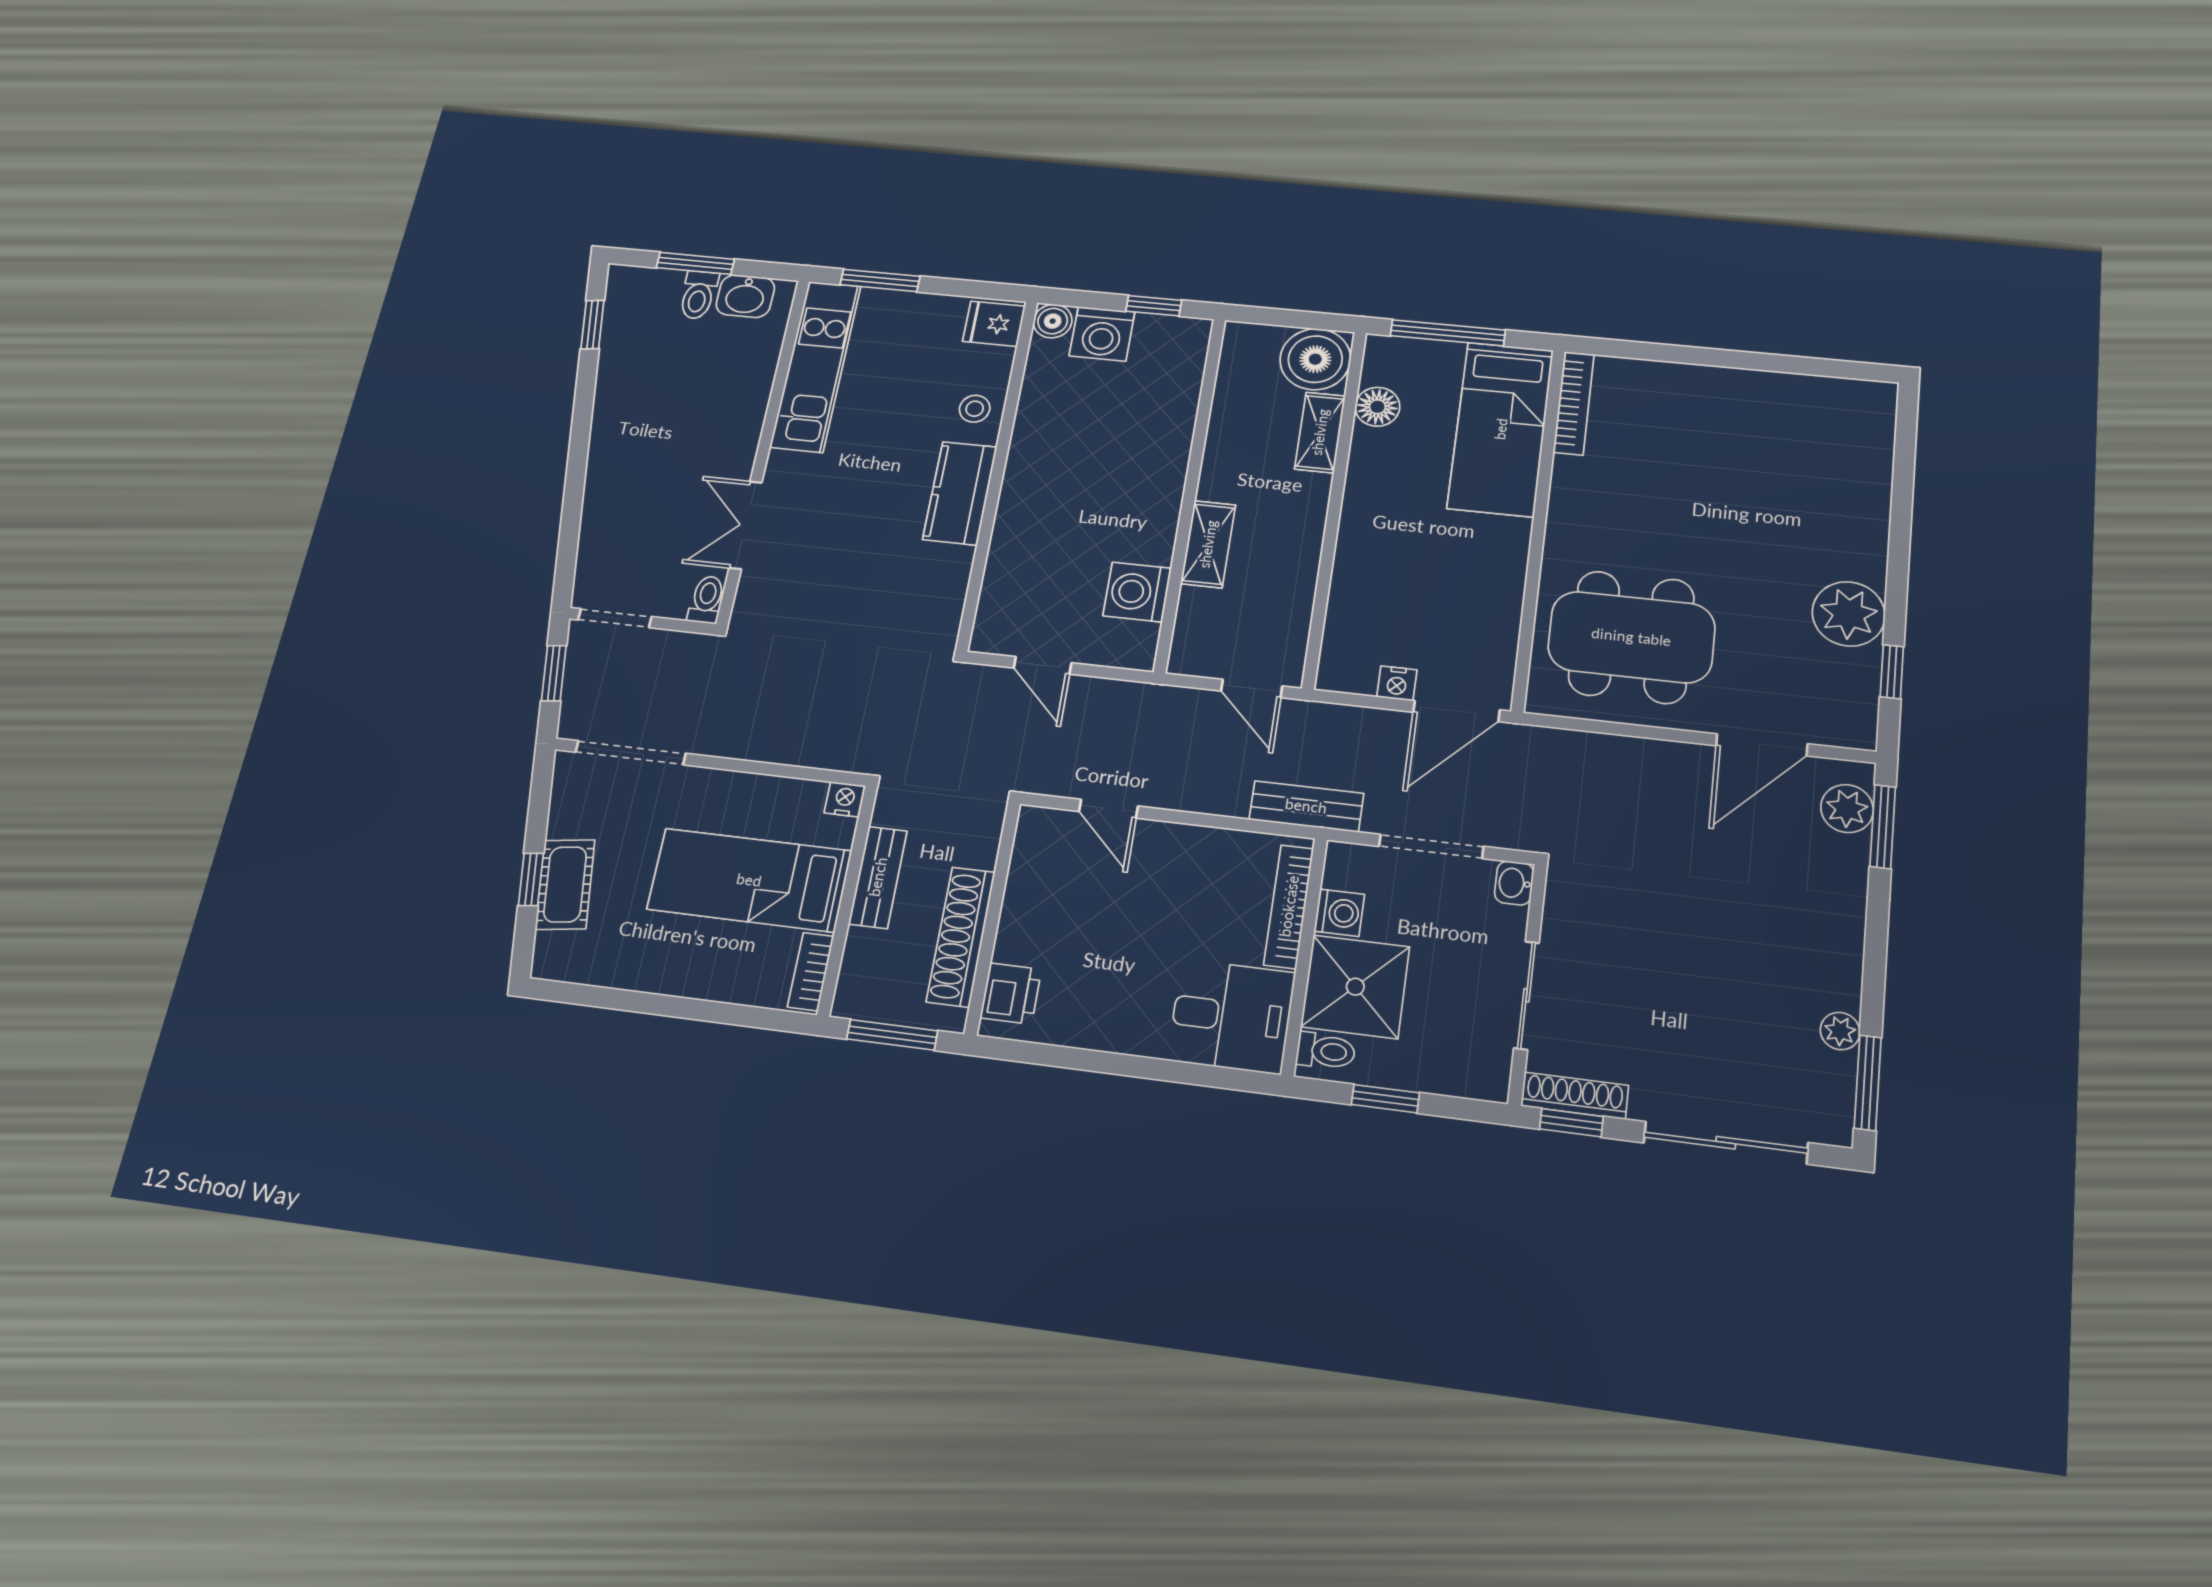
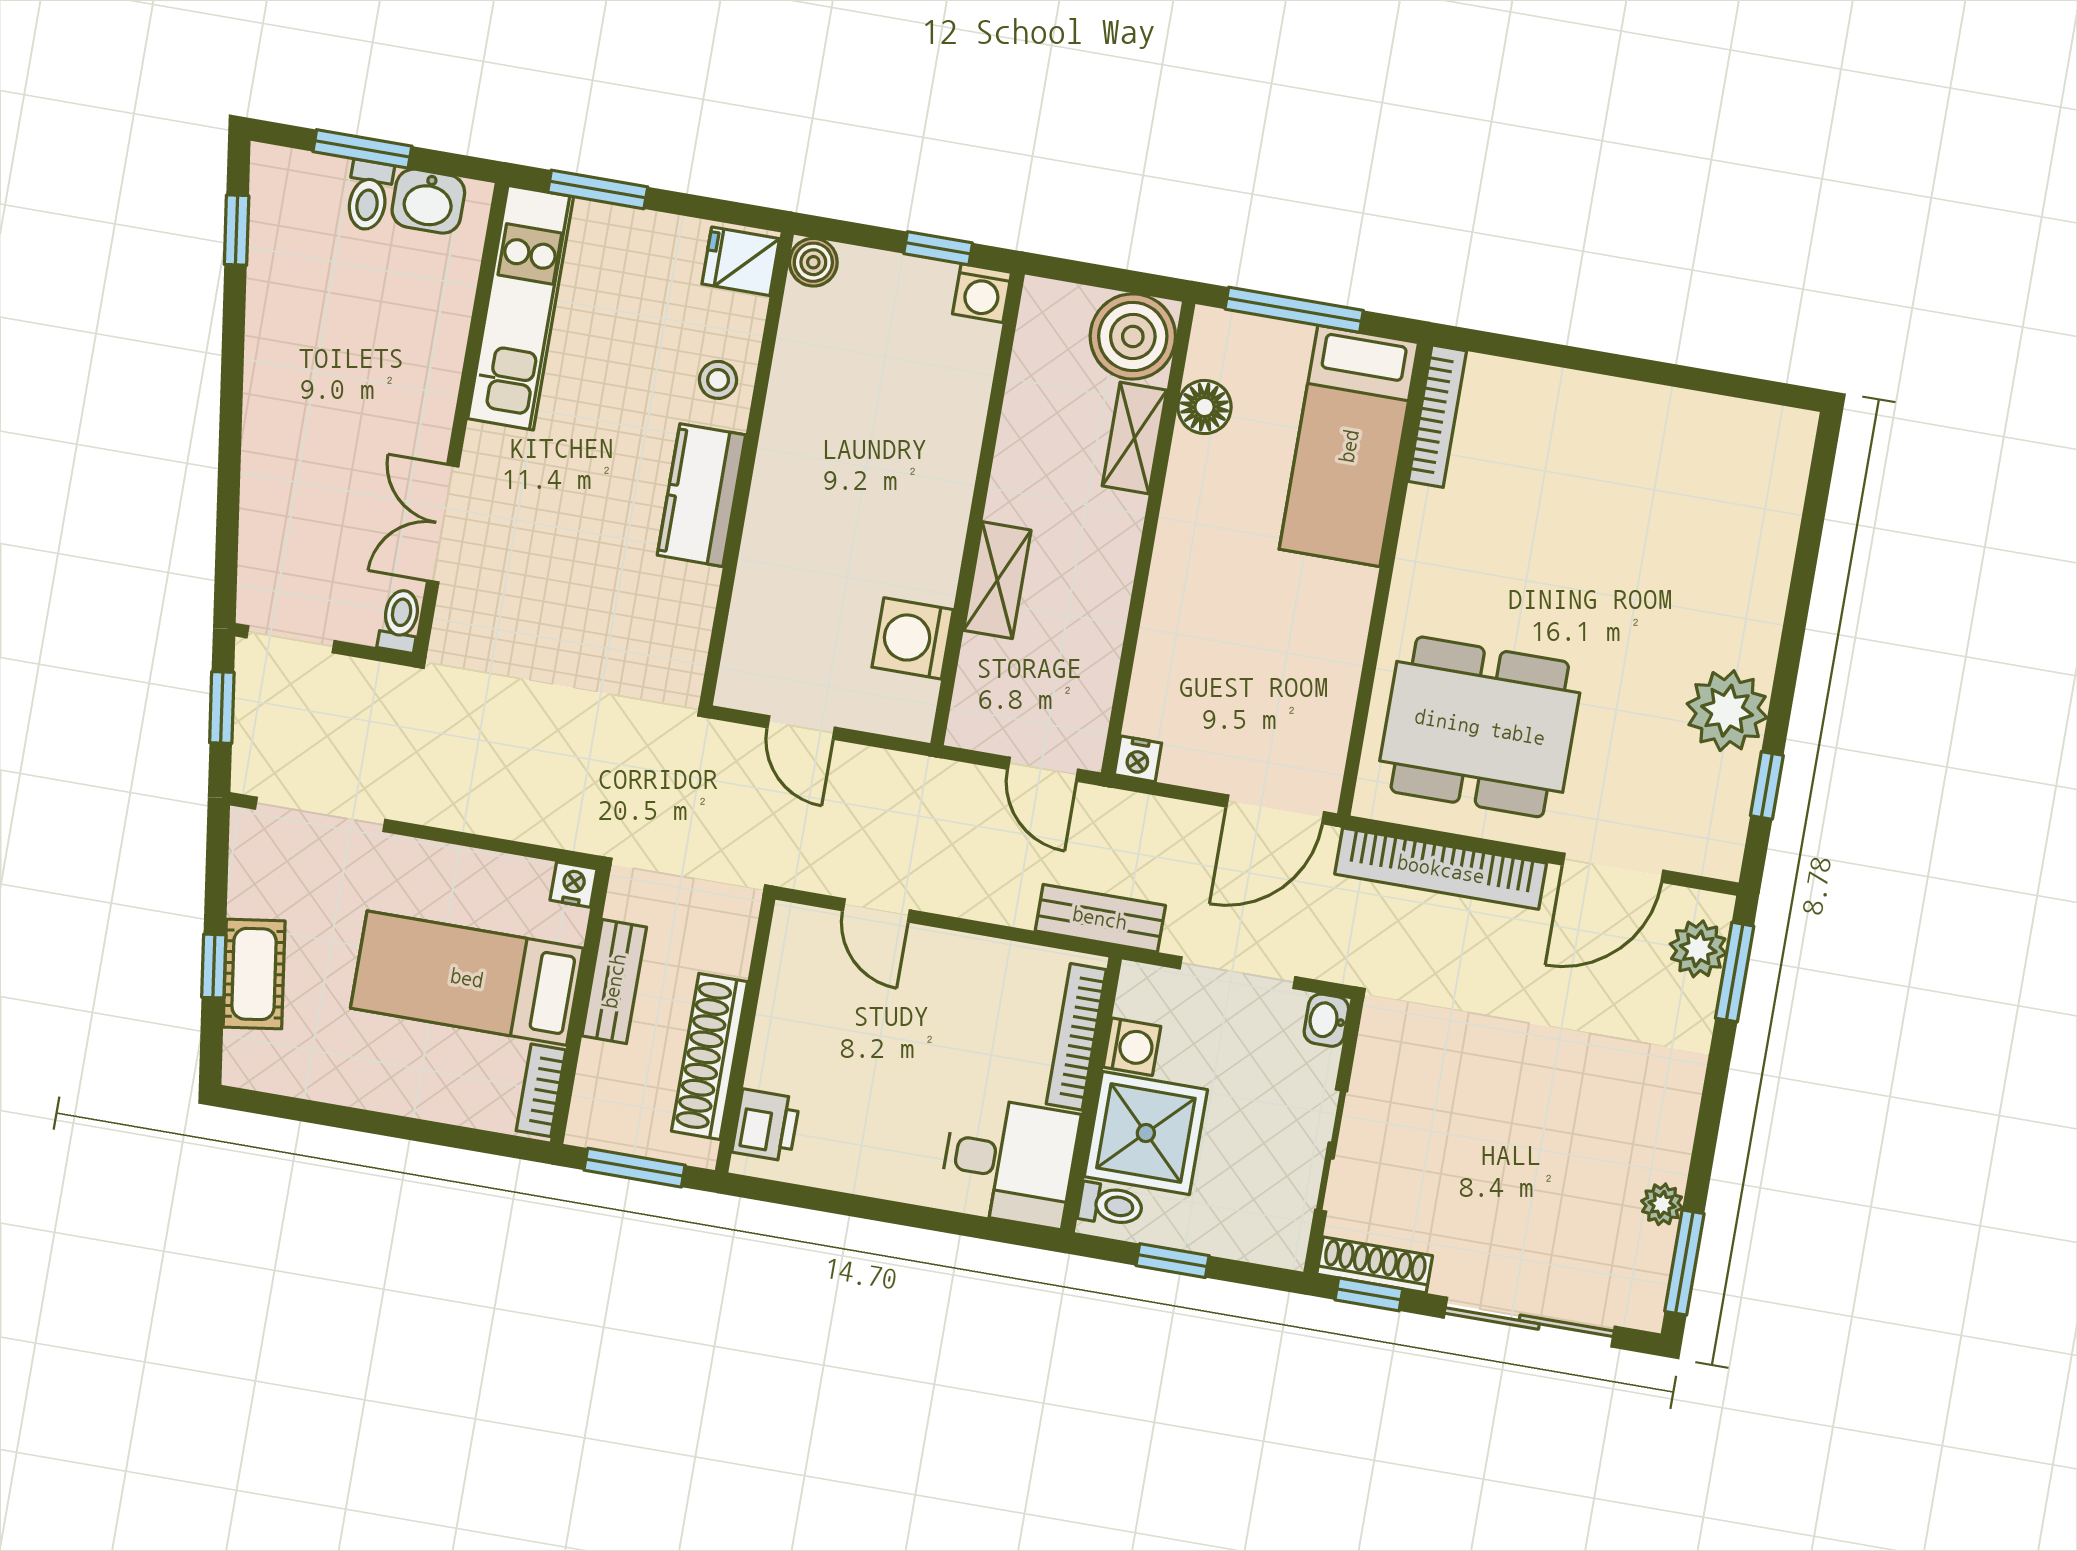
washing machine: (1102, 334) -> (982, 293), moved, width x0.73, depth x0.73
nightstand: (1397, 683) -> (1138, 759), moved
bookcase: (1607, 752) -> (1441, 869), added

